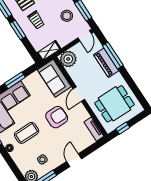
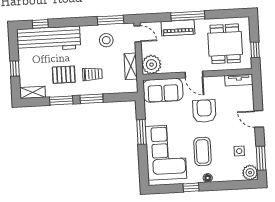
shelving: (49, 51) -> (131, 66), moved
window: (113, 55) -> (188, 16), moved

